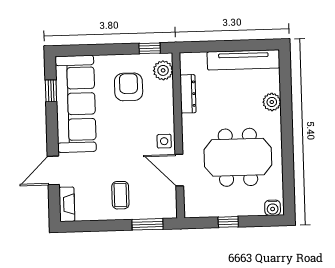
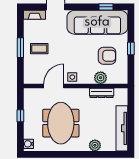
window: (150, 48) -> (131, 48), moved
plant: (163, 70) -> (101, 78), moved
window: (147, 224) -> (20, 48), moved

